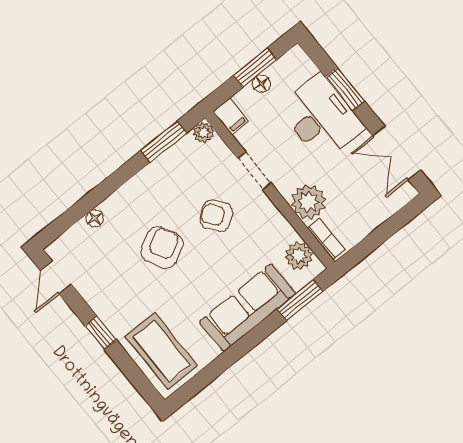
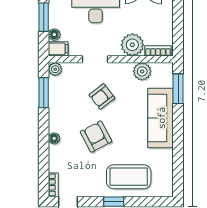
floor lamp: (261, 84) -> (54, 35), moved
floor lamp: (95, 218) -> (54, 138), moved
bookcase: (62, 243) -> (53, 185), added
plant: (299, 256) -> (142, 71), moved
coffee table: (162, 351) -> (129, 177), moved

